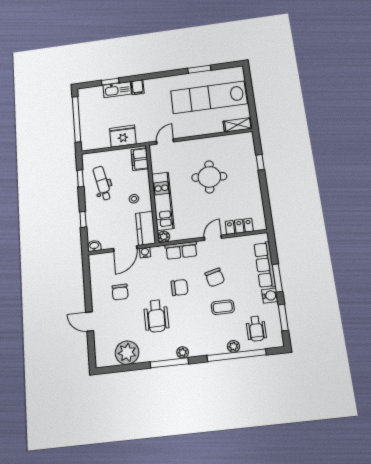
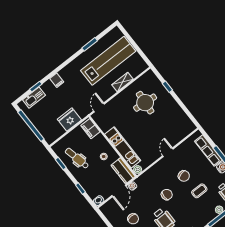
kitchen sink: (117, 90) -> (34, 98), moved
lab bench: (209, 97) -> (108, 61), turned 180
shelving: (238, 125) -> (122, 82), moved
round table: (209, 177) -> (145, 103), moved
locker: (239, 226) -> (179, 136), removed
row of seats: (181, 250) -> (154, 172), removed

